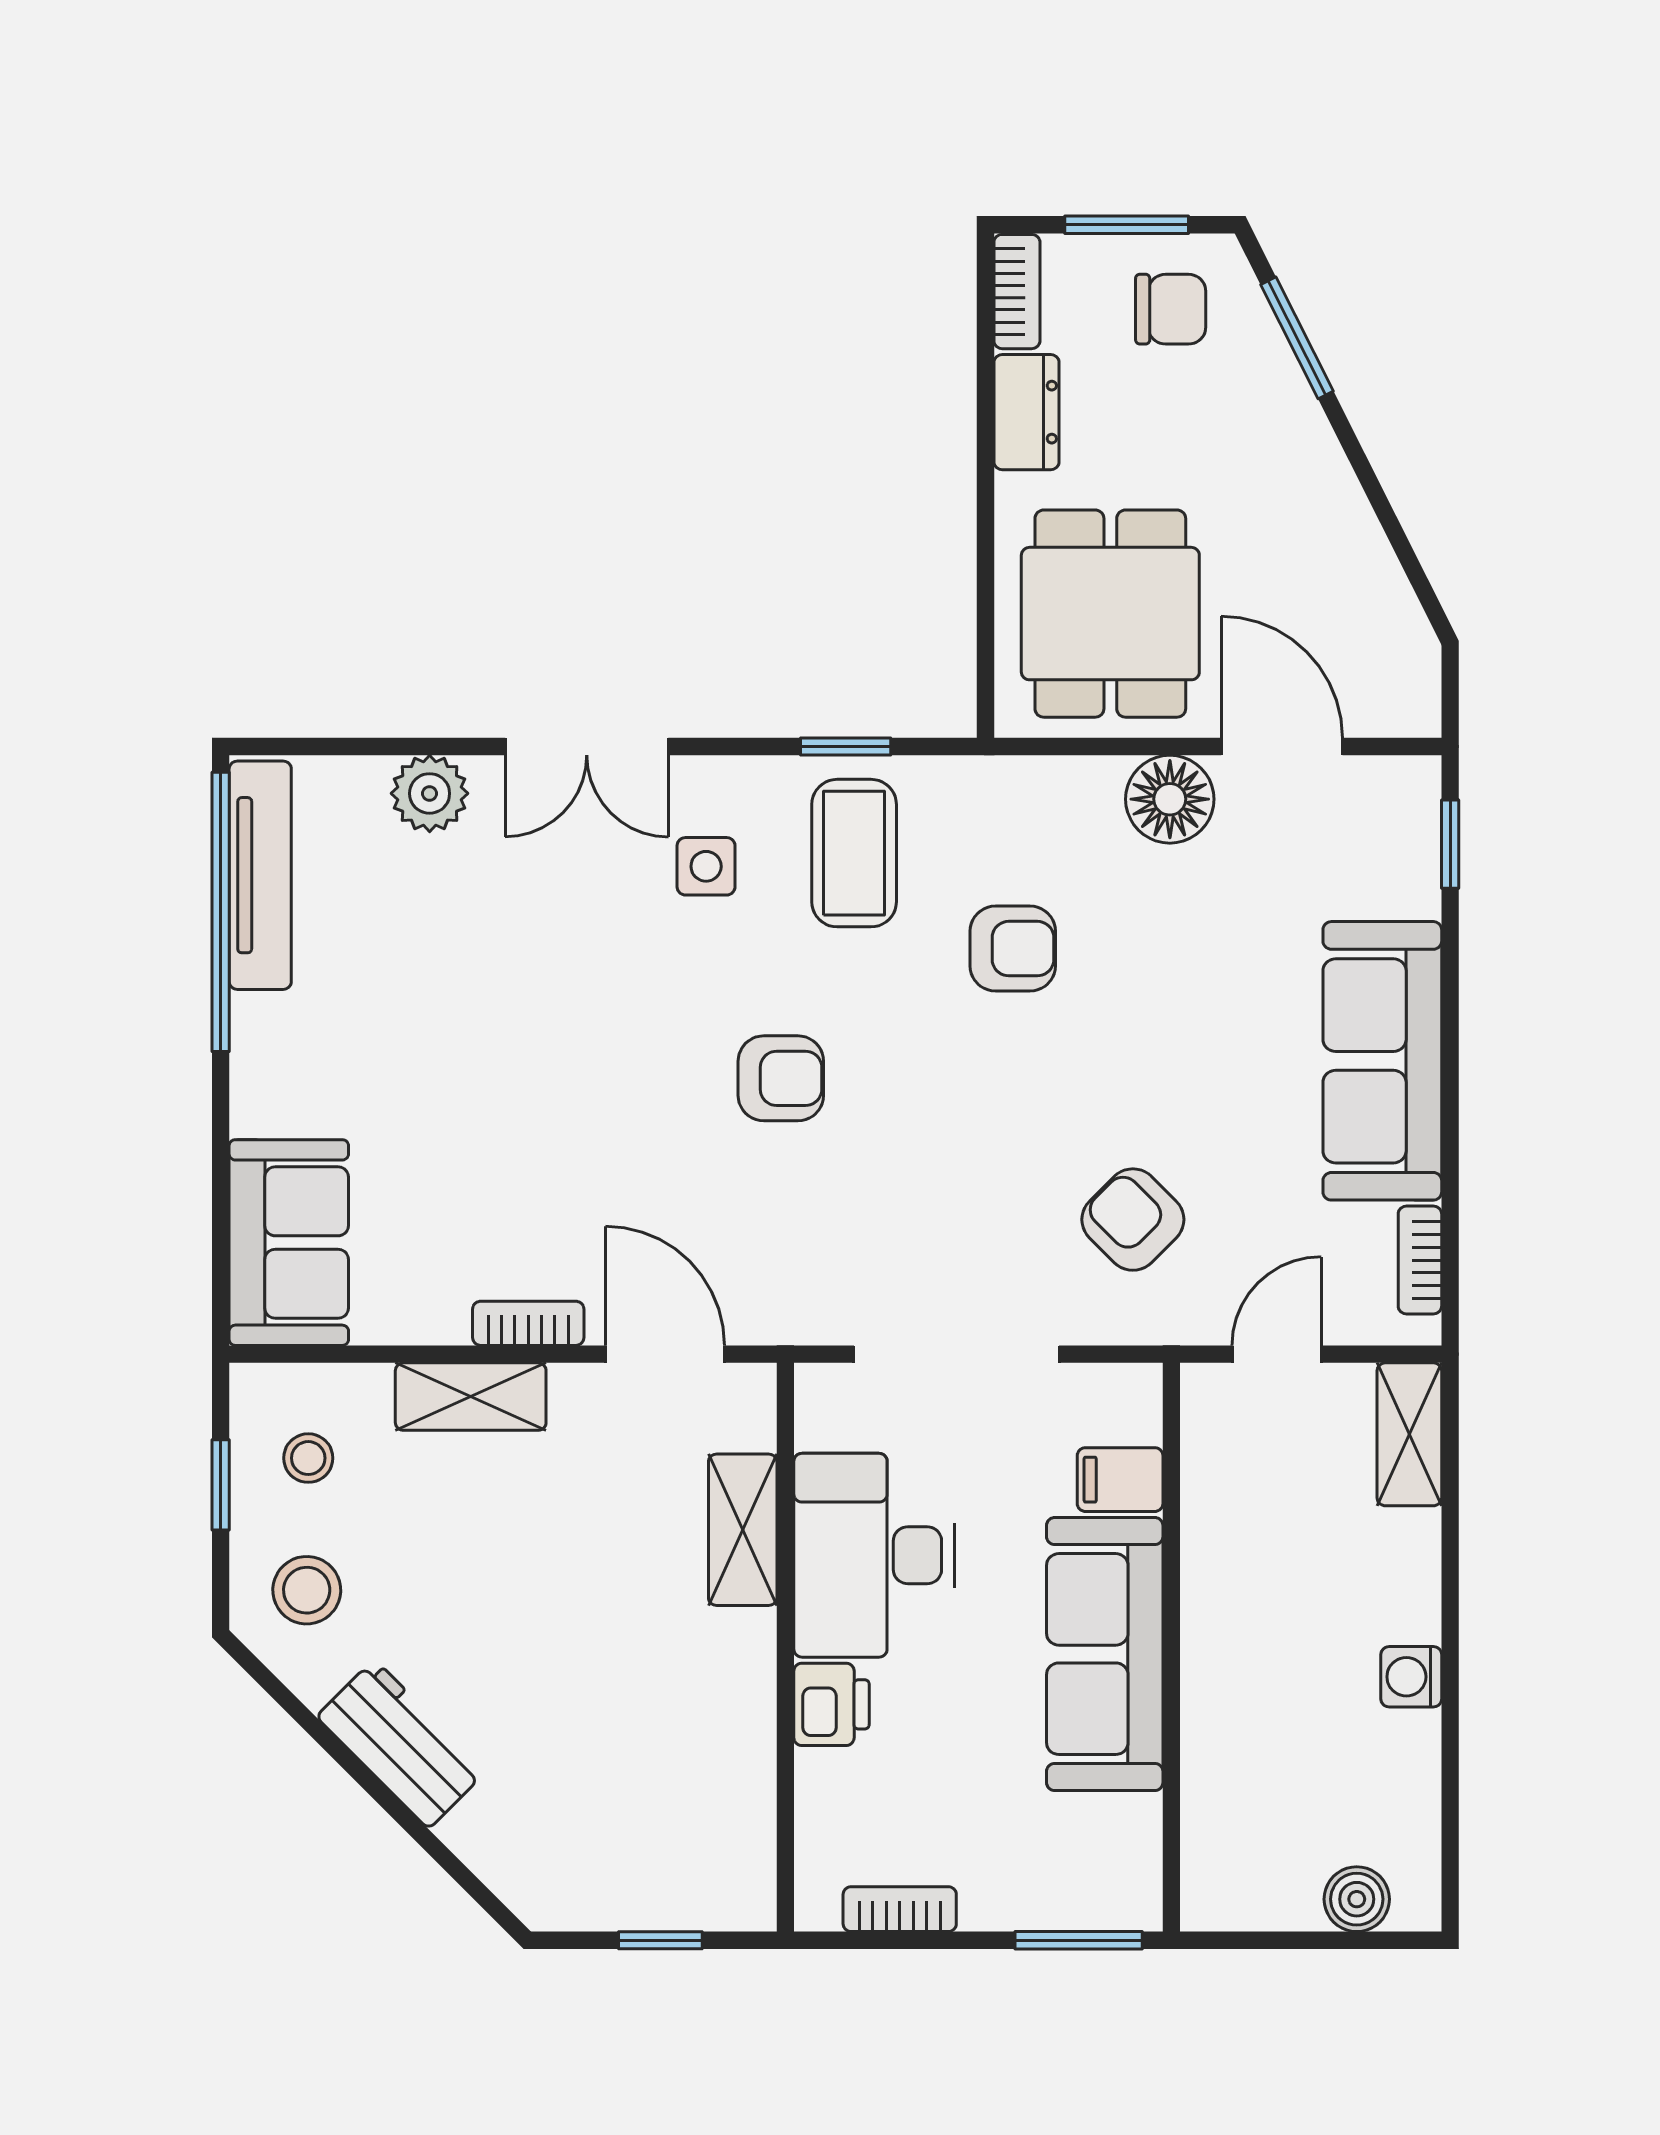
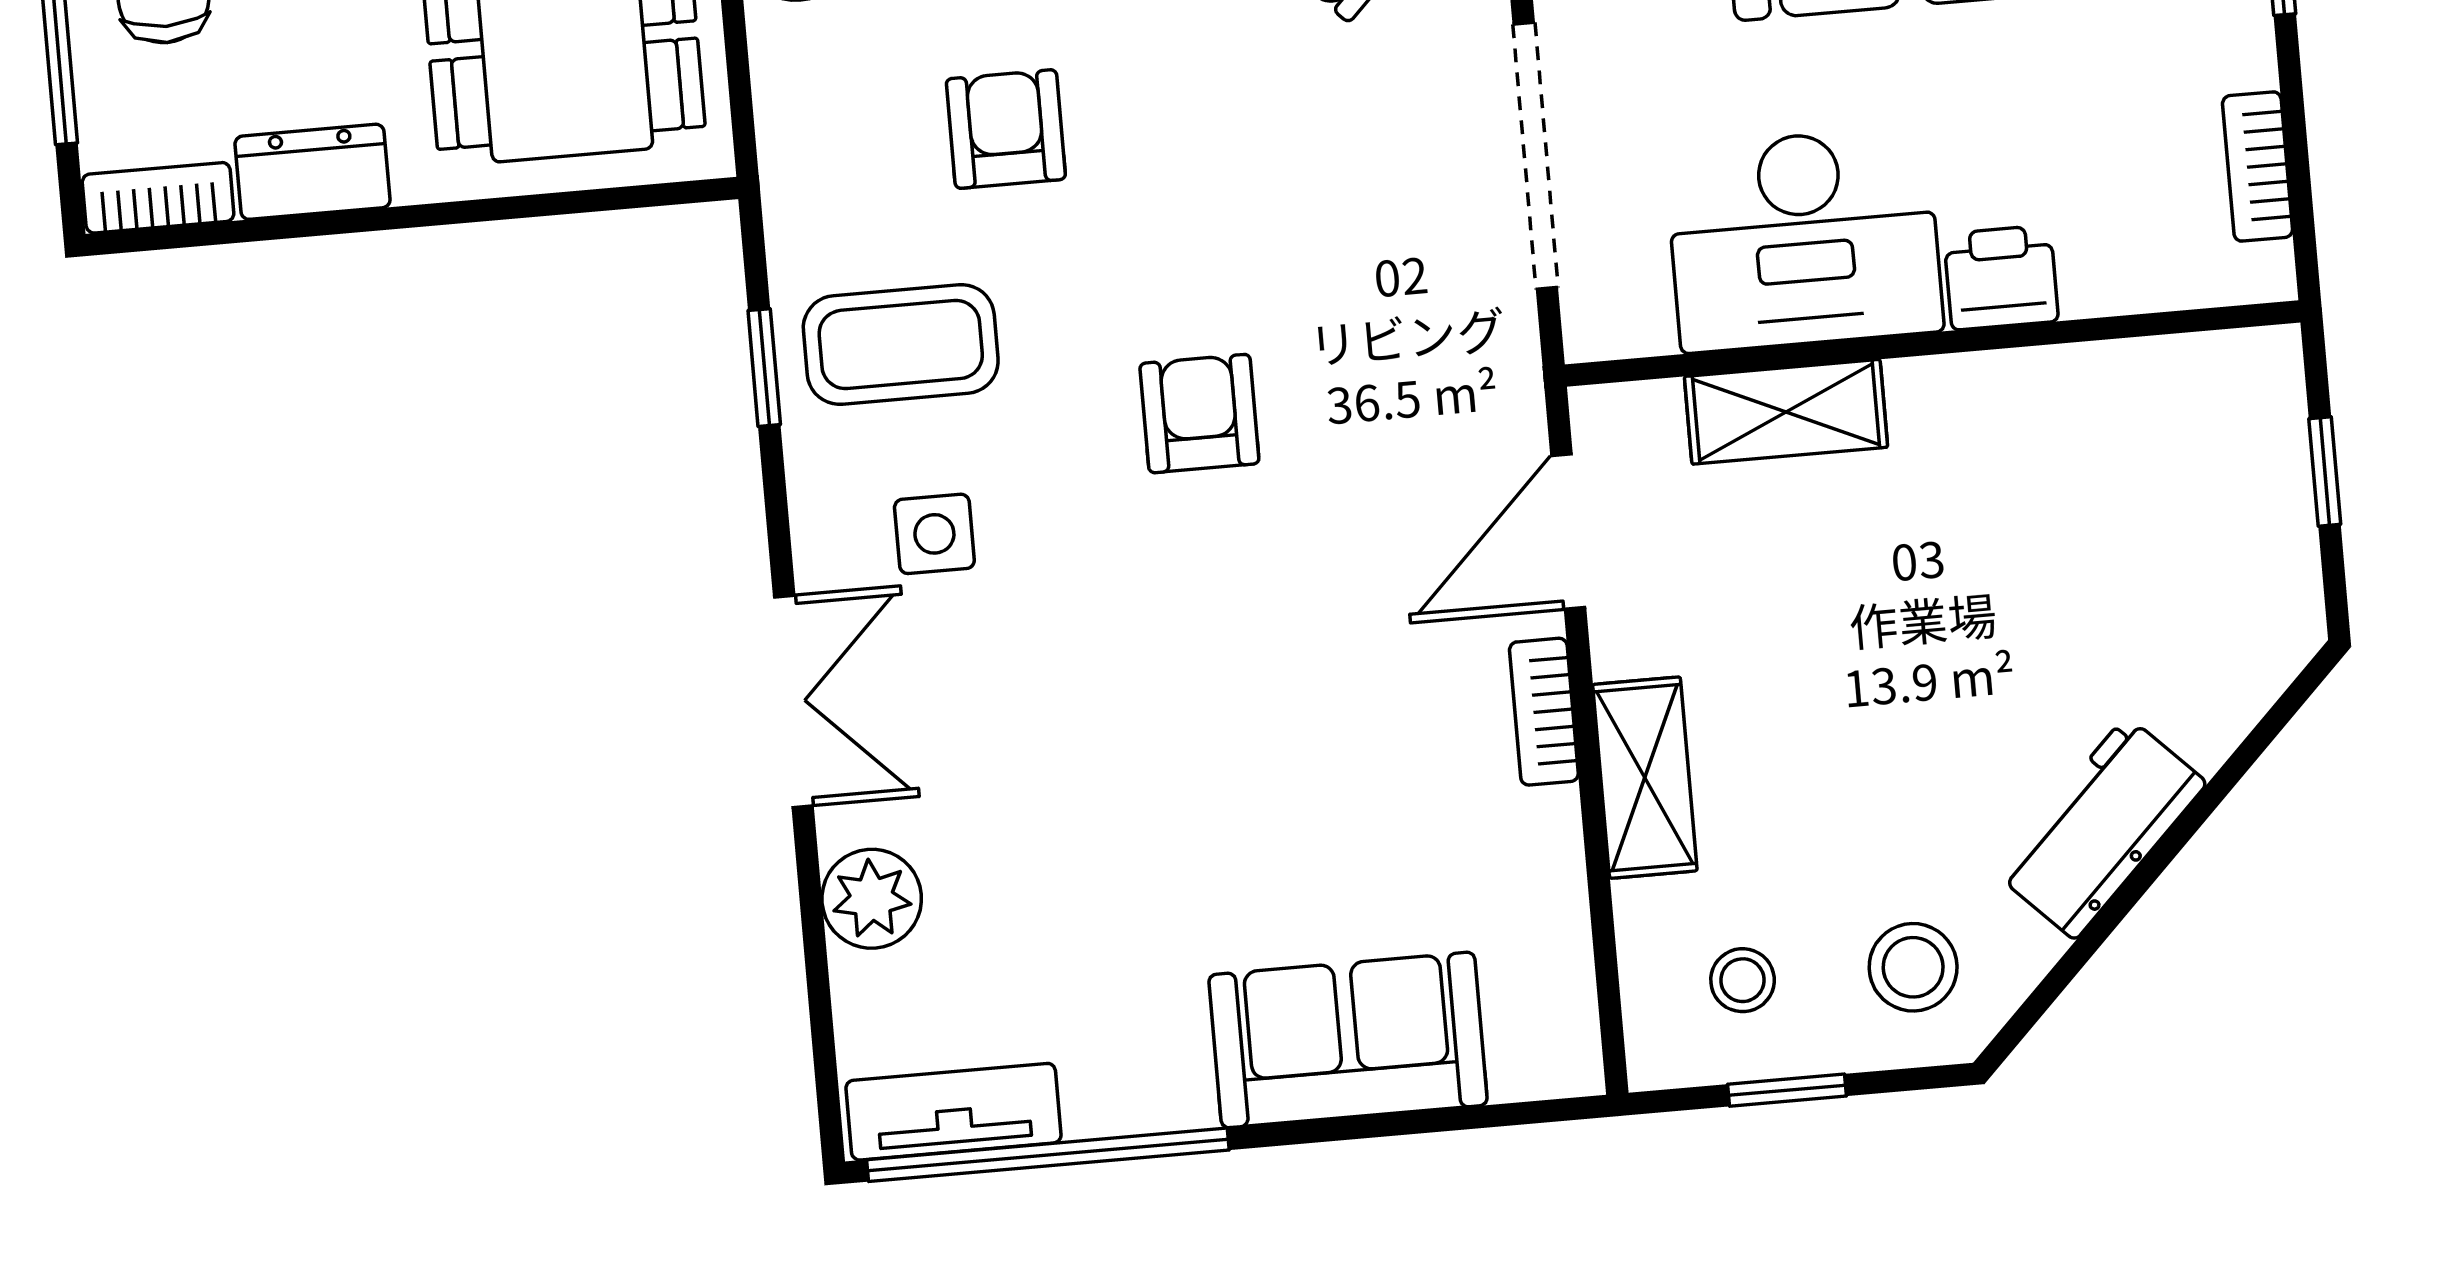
tv unit: (260, 875) -> (953, 1112), width x0.71
sofa: (289, 1243) -> (1348, 1040), moved

